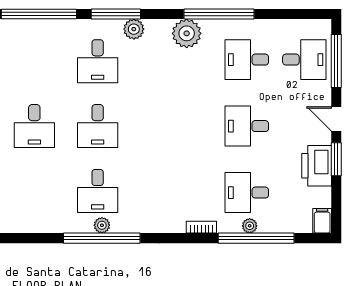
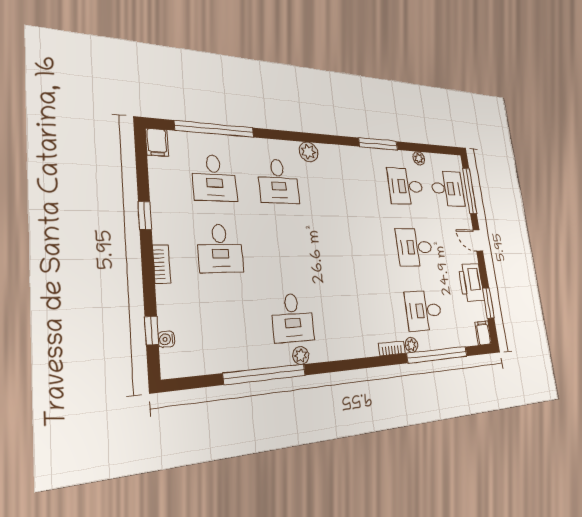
window: (116, 14) -> (291, 136), removed
window: (219, 14) -> (378, 144), width x0.68
plant: (187, 33) -> (419, 158), moved, width x0.53, depth x0.53
desk: (98, 126) -> (214, 178), moved
window: (336, 159) -> (488, 303), moved
plant: (250, 226) -> (411, 345), moved
window: (102, 238) -> (265, 374), moved

